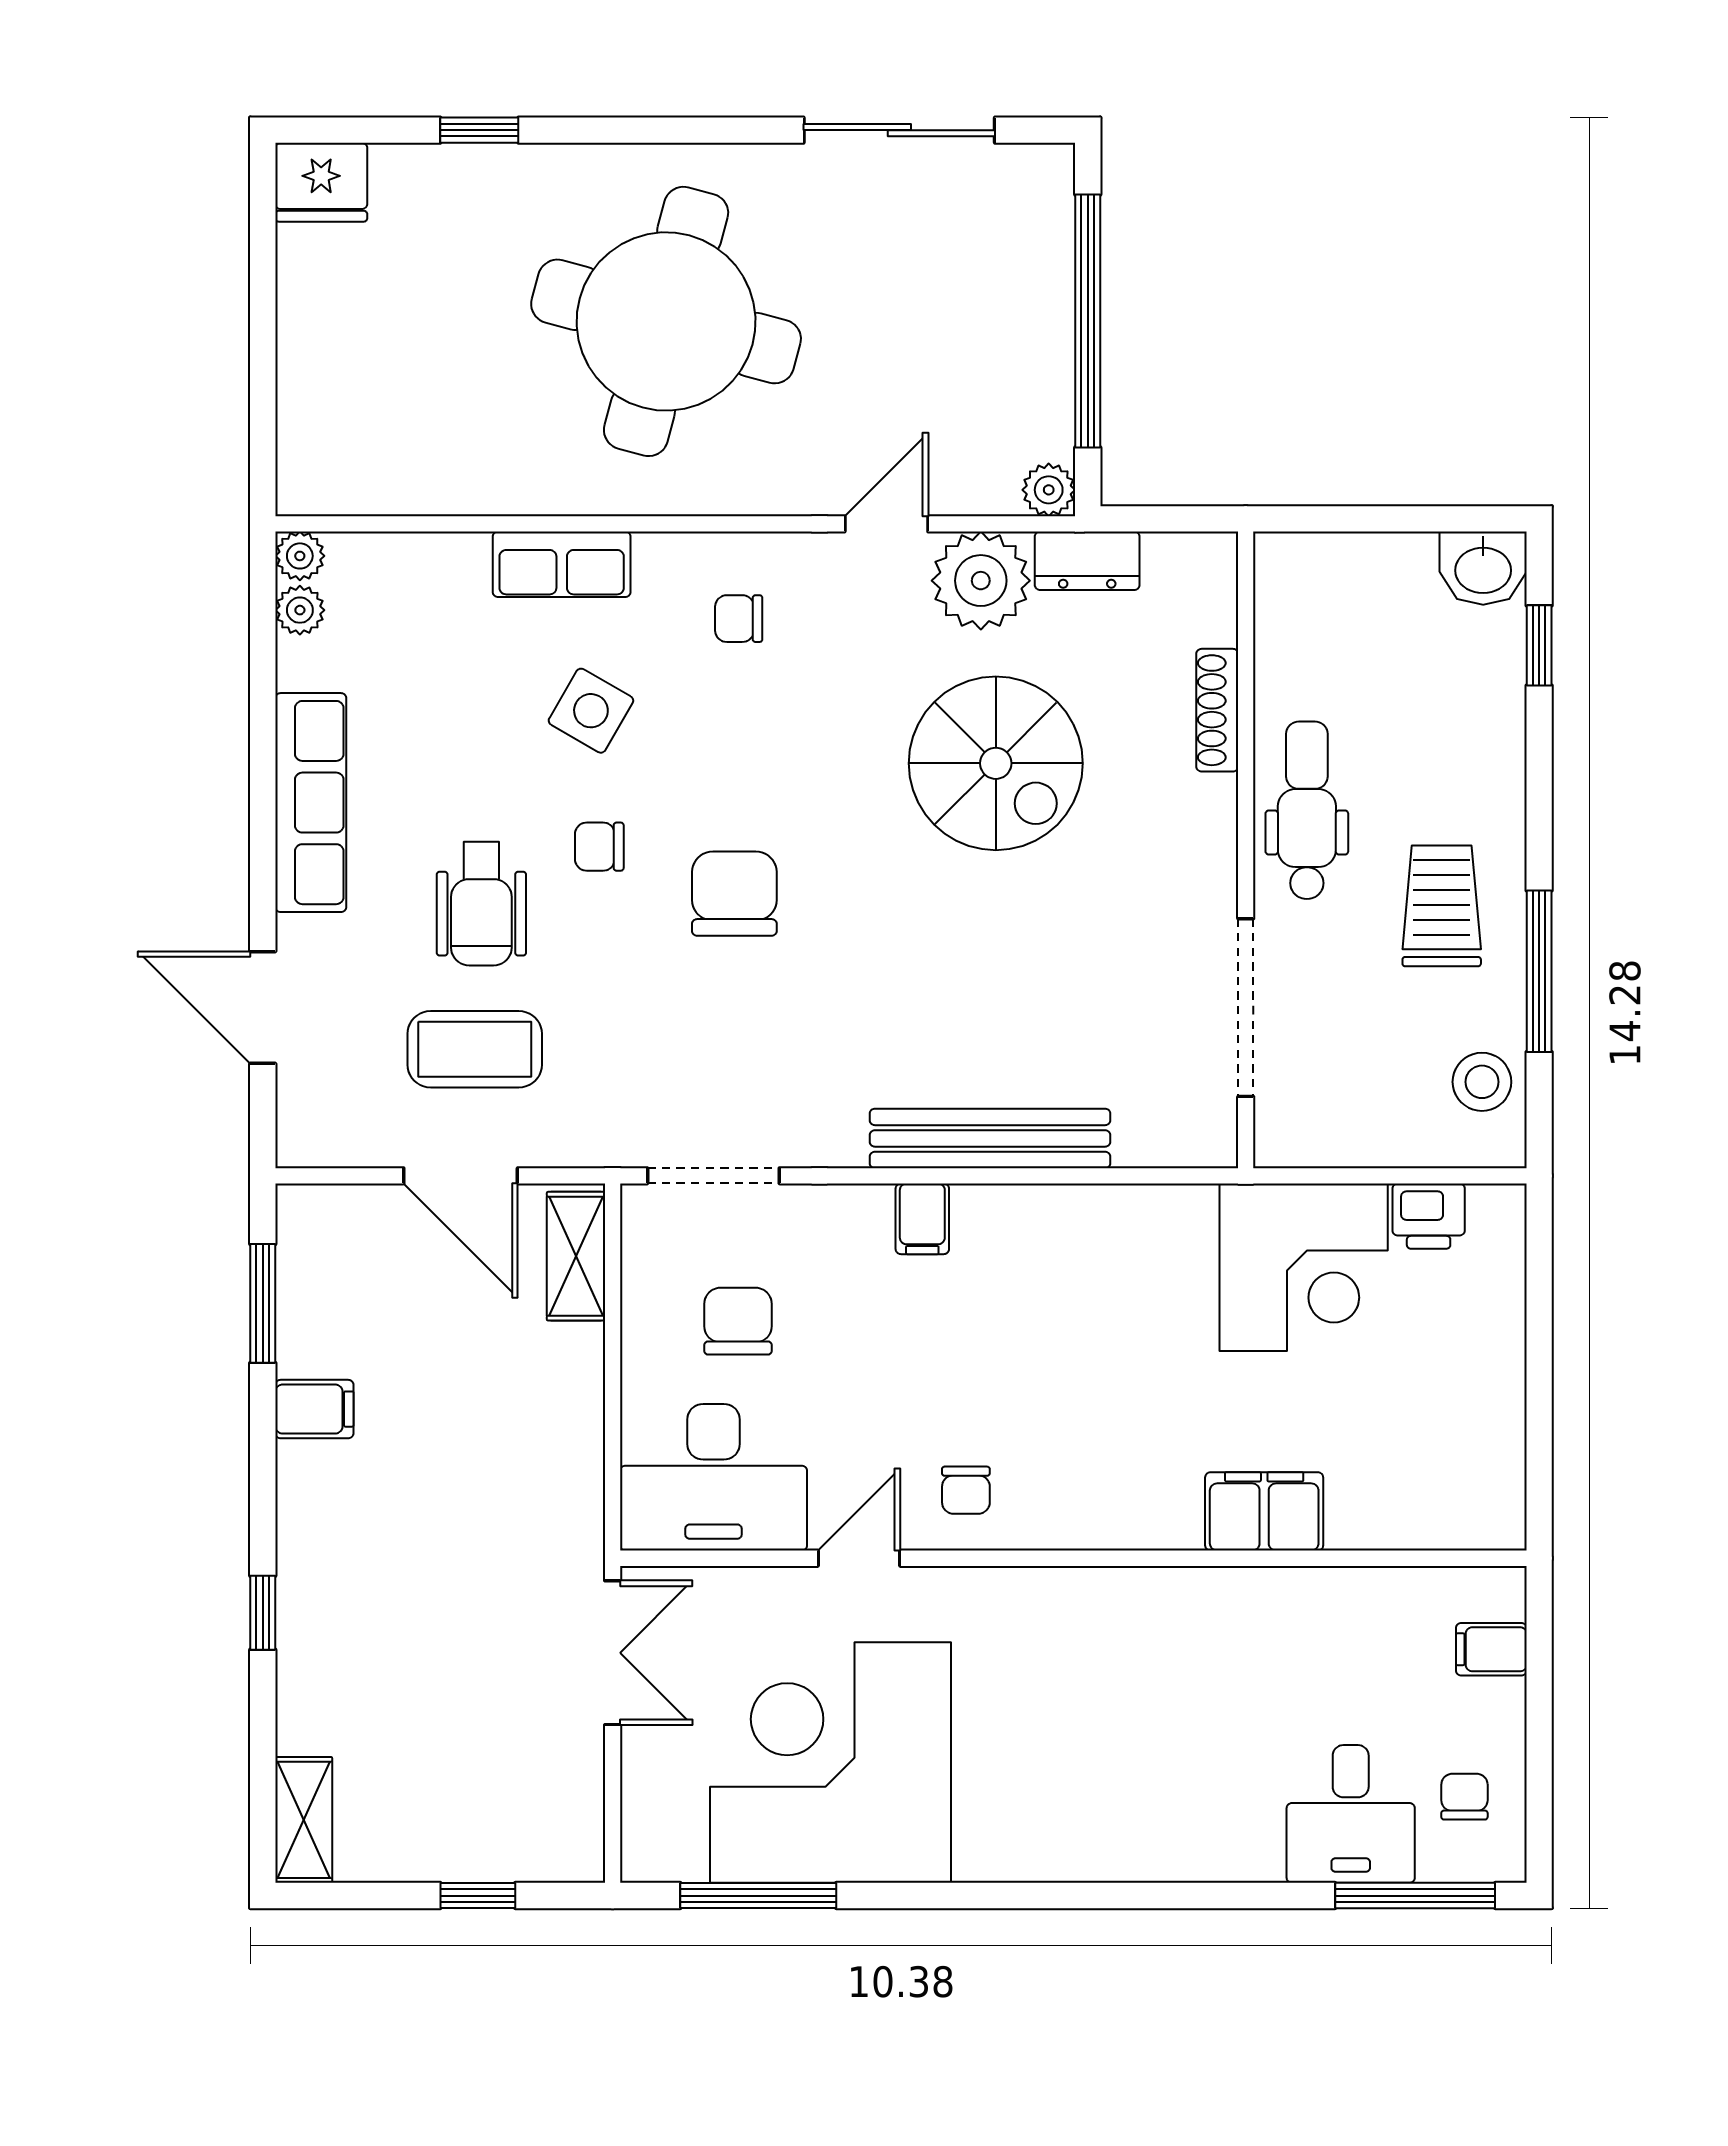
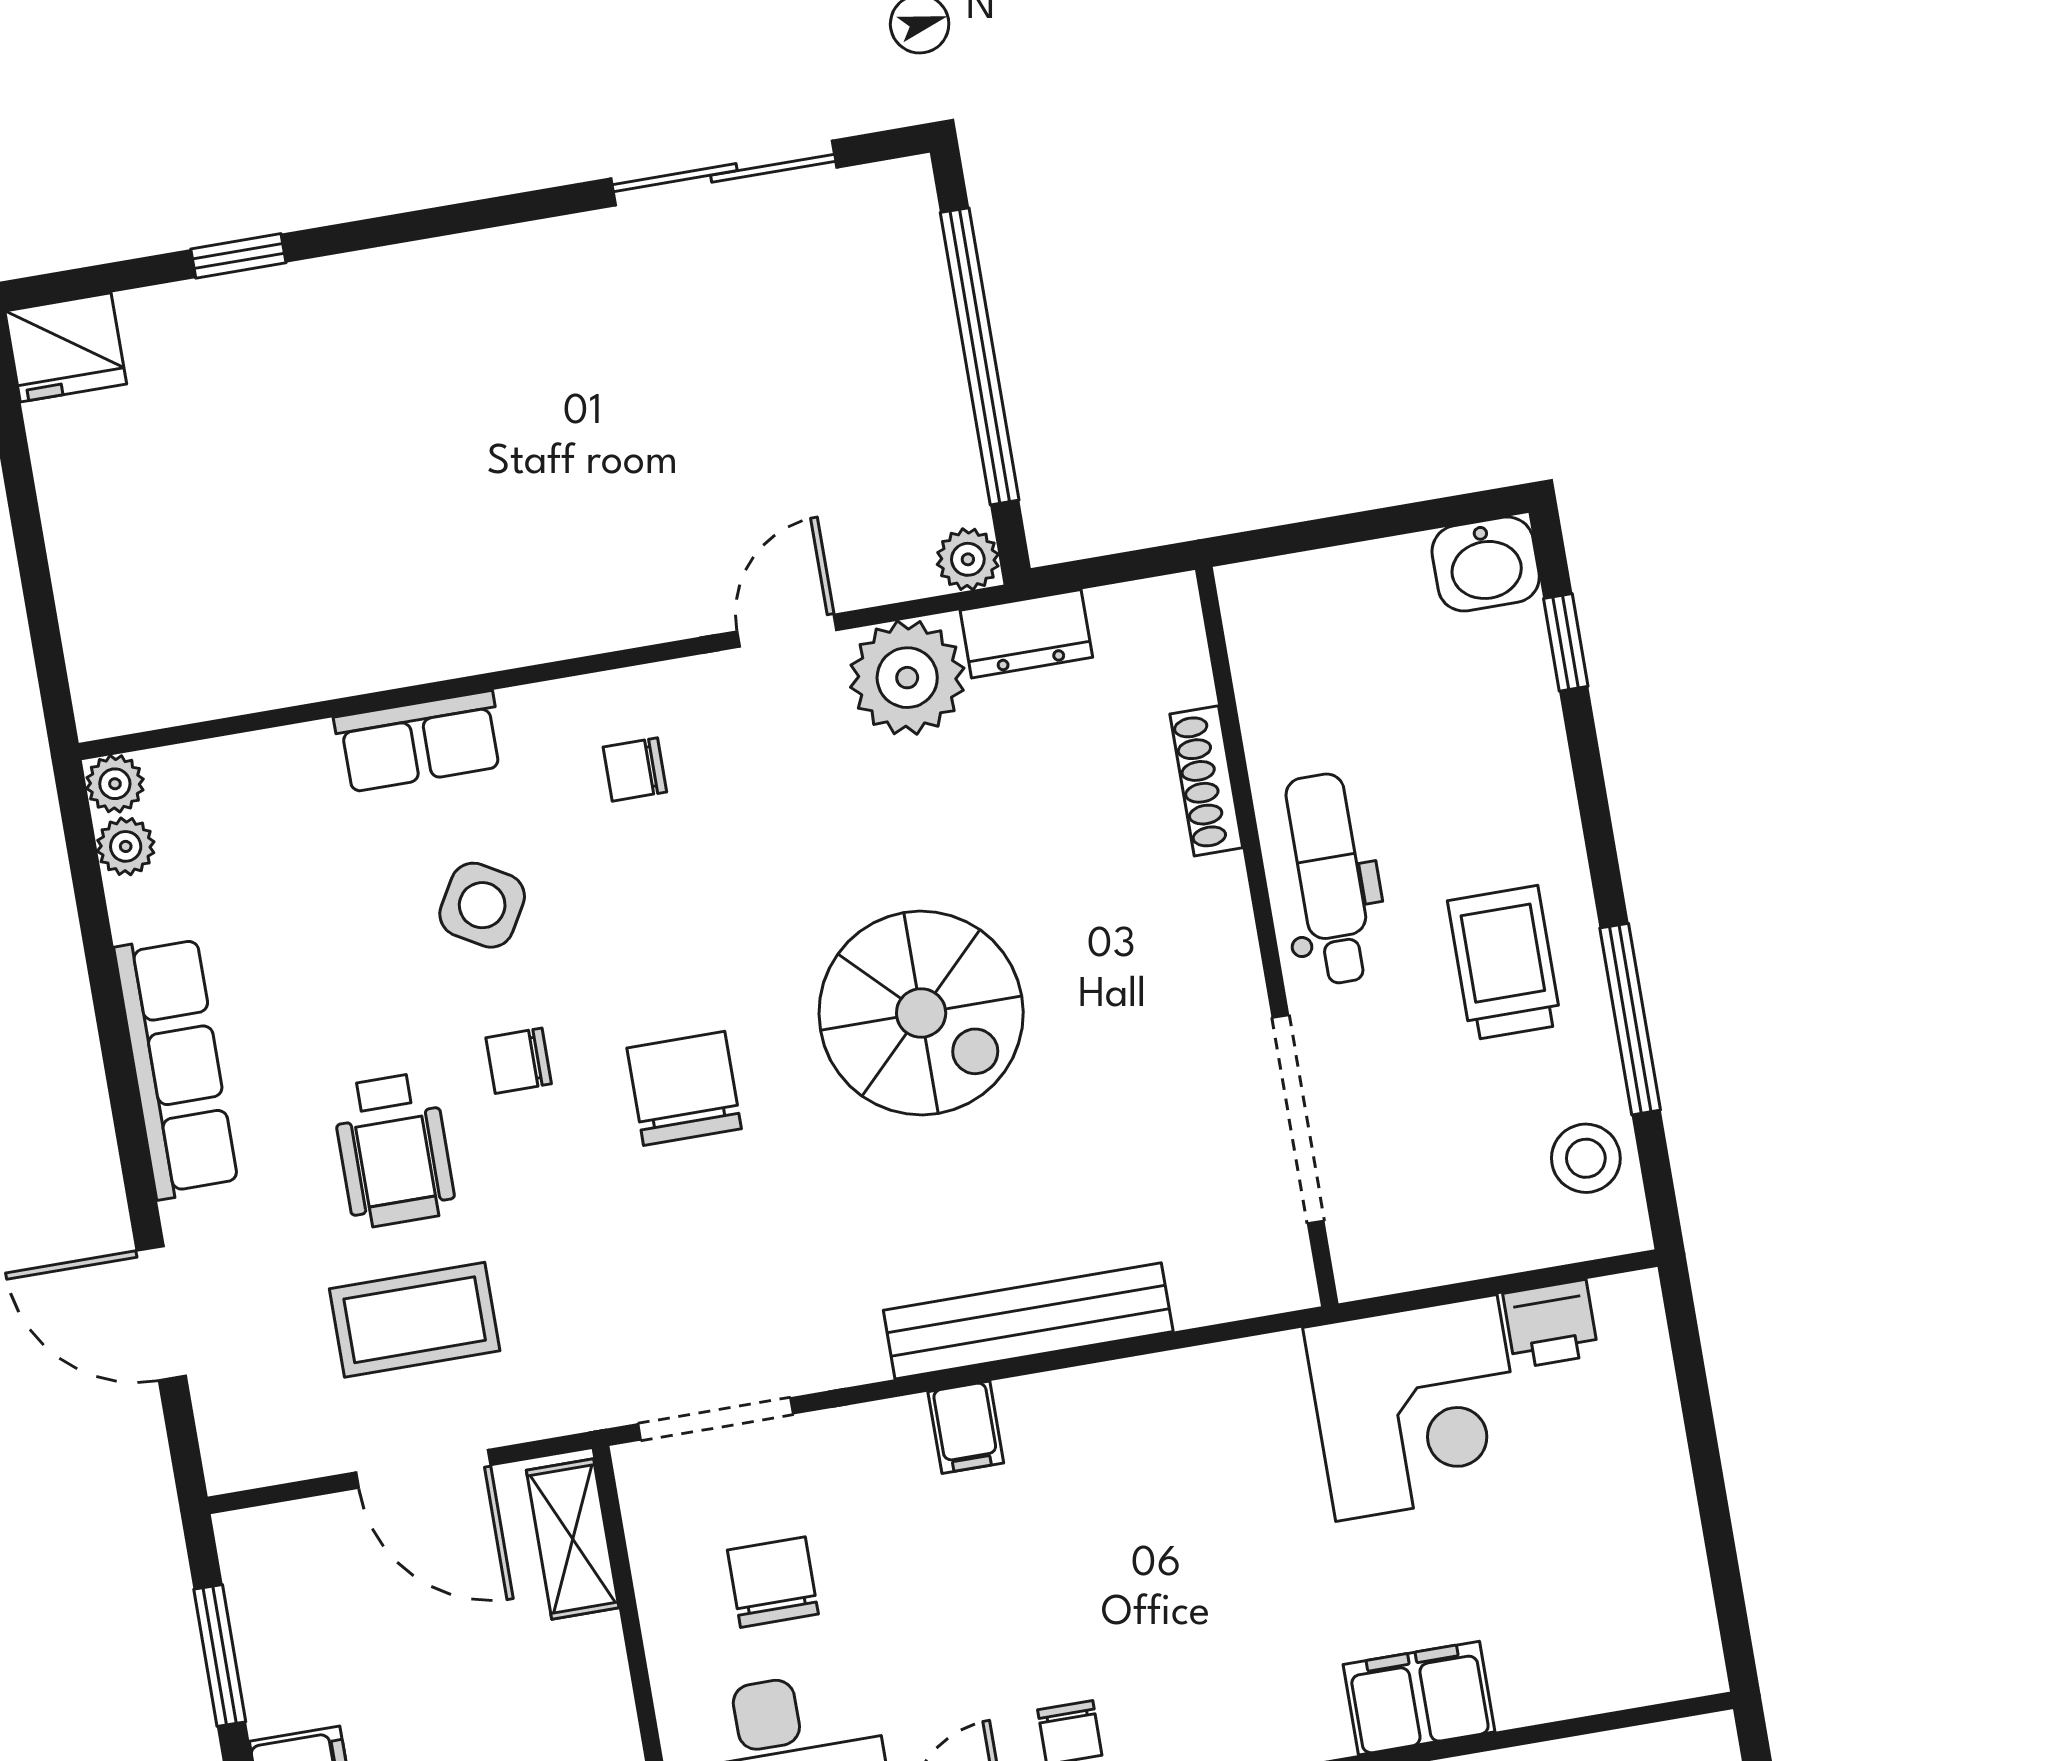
round table: (666, 321) -> (492, 440), removed
spiral stairs: (996, 763) -> (921, 1013), moved

